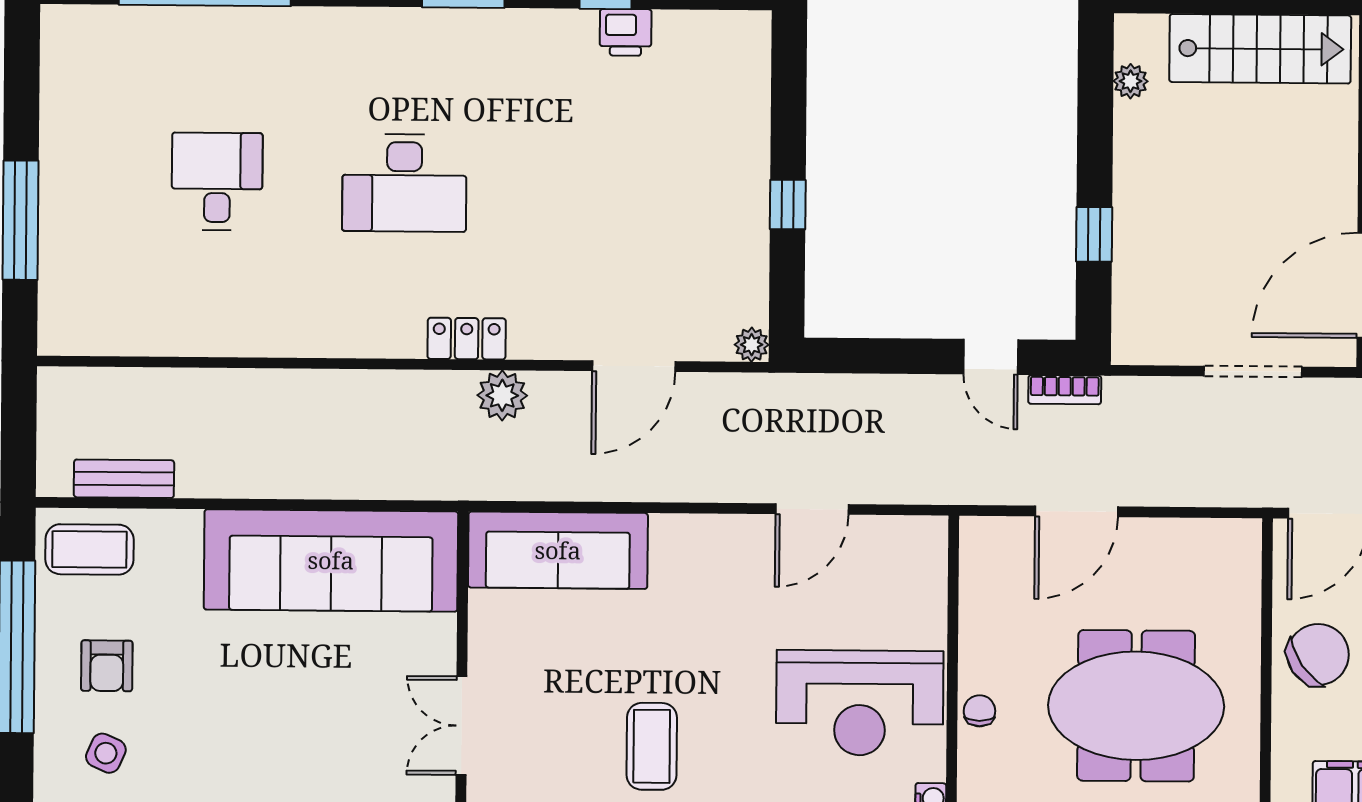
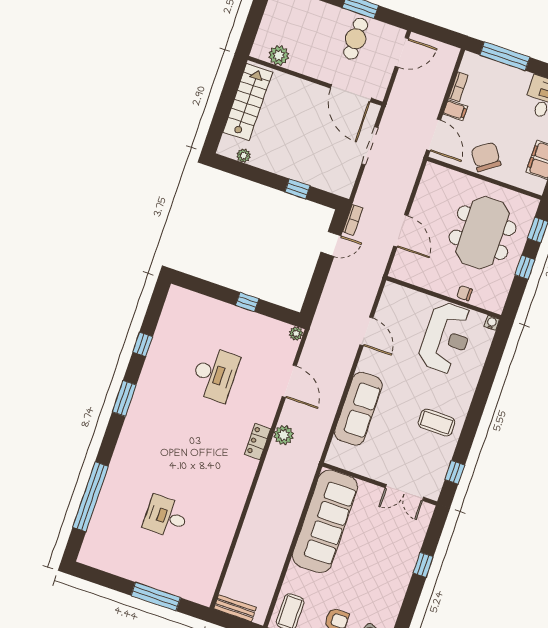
printer: (626, 32) -> (161, 342), removed
desk: (404, 183) -> (215, 374), moved
bench: (124, 479) -> (235, 608), moved, turned 90
sofa: (558, 550) -> (358, 409), moved

